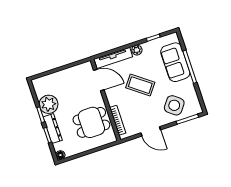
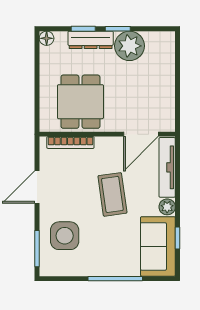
sofa: (175, 62) -> (158, 246), moved, turned -90
coffee table: (140, 85) -> (112, 194), turned -45
side table: (174, 105) -> (65, 236), turned -38

